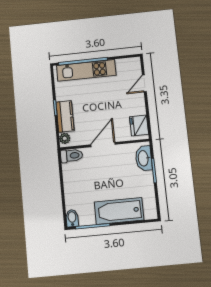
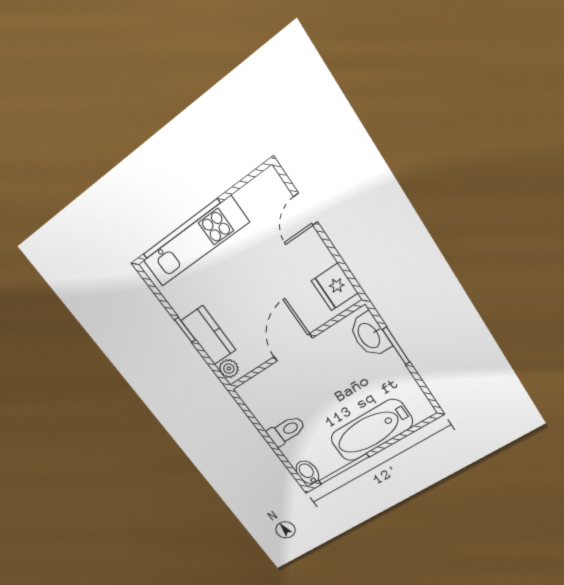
toilet: (72, 156) -> (286, 431), moved

